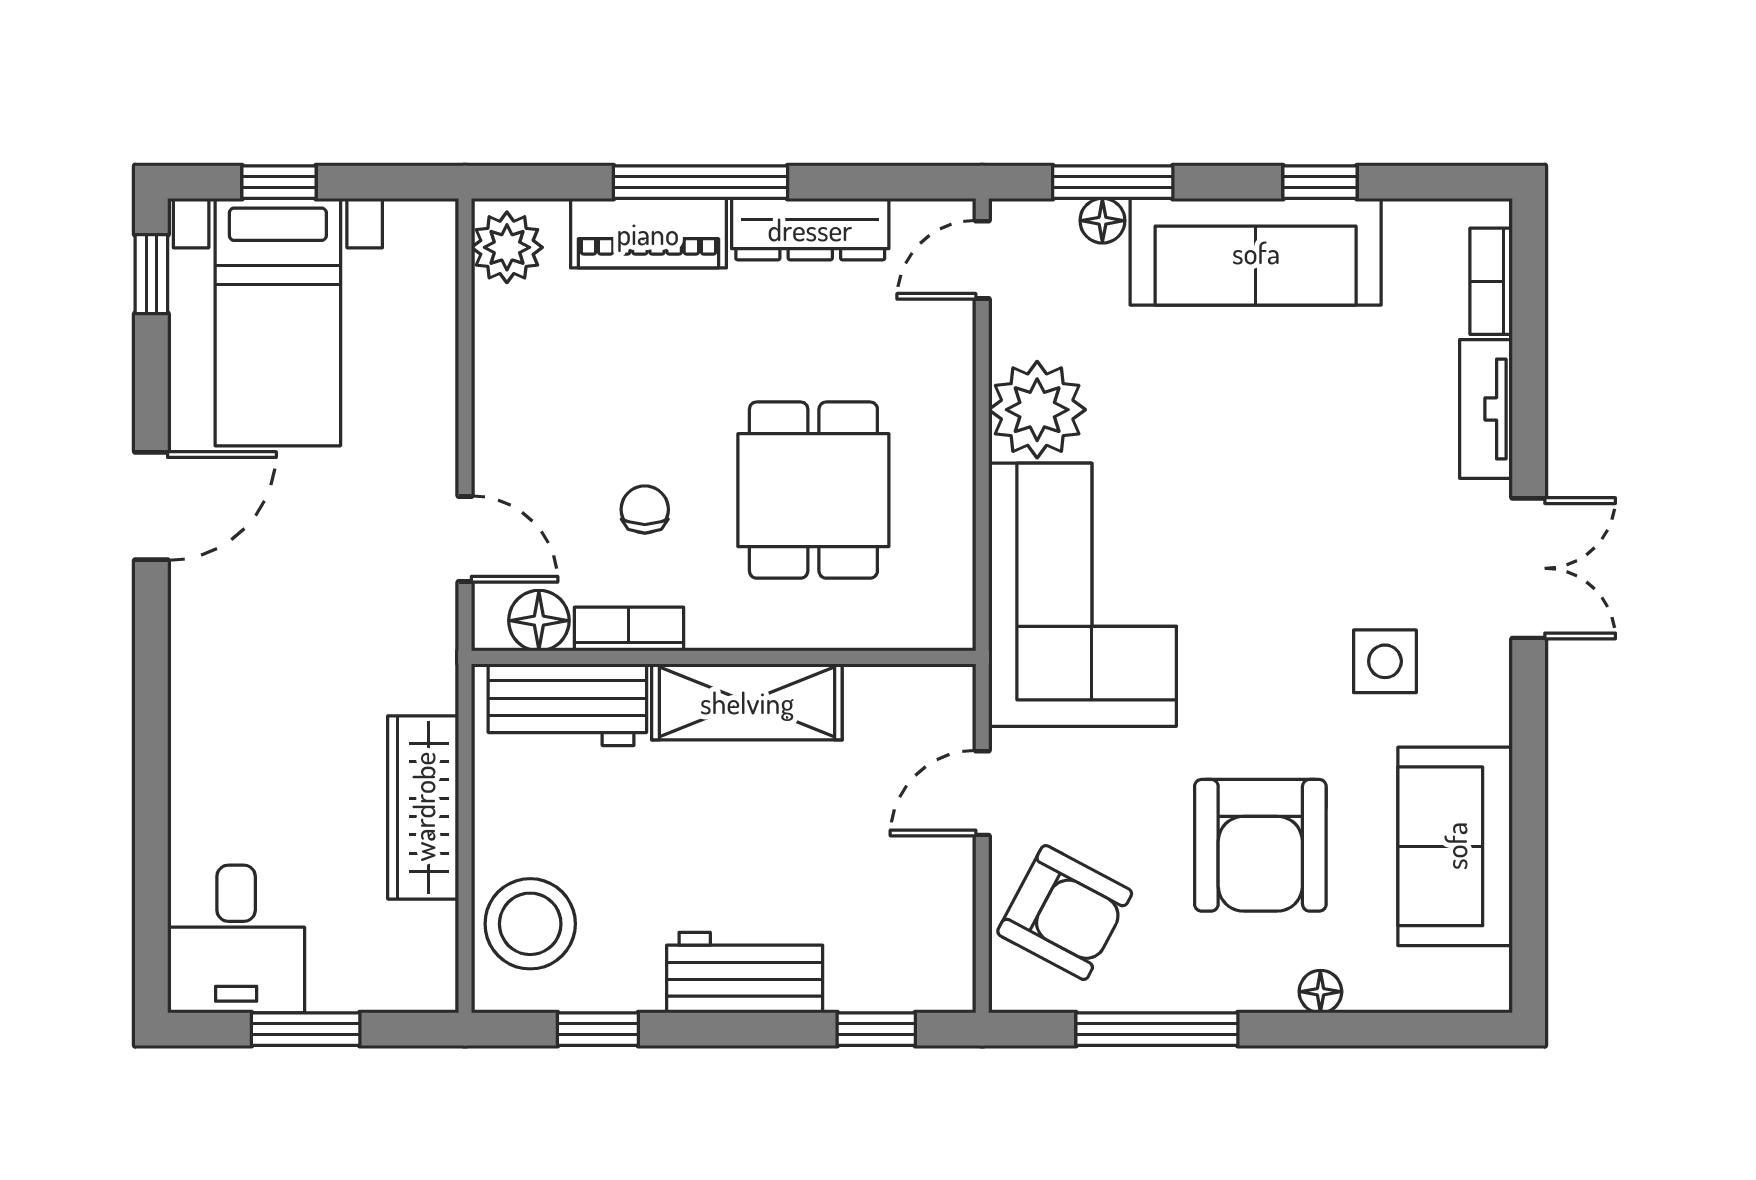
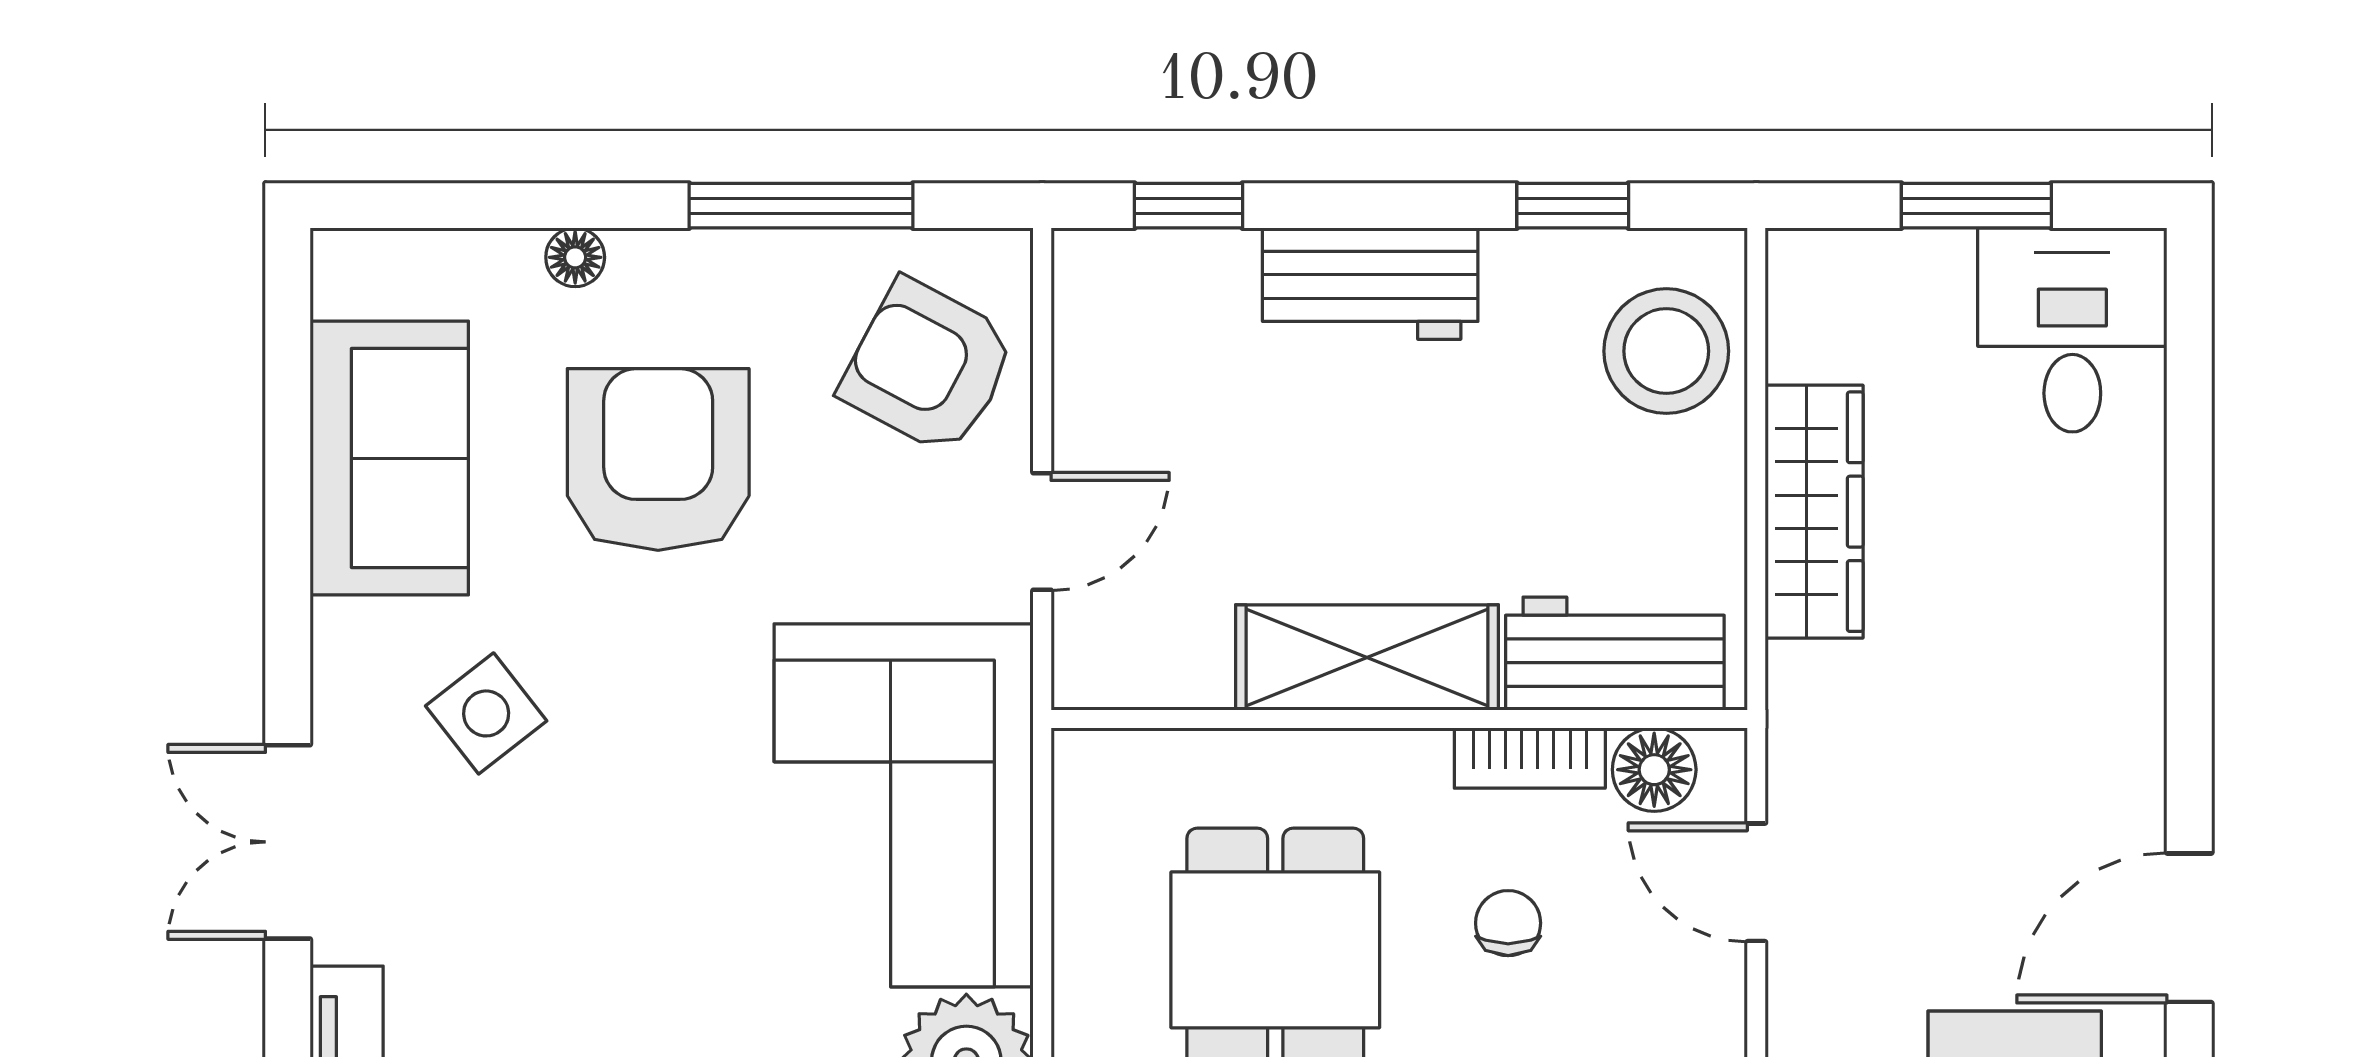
chair: (645, 509) -> (1508, 923), turned 180
side table: (1385, 661) -> (486, 713), turned -38

